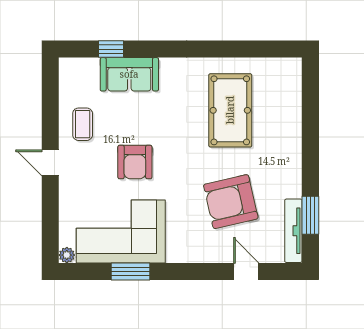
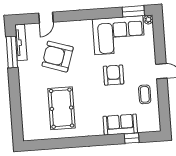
armchair: (231, 202) -> (58, 57), turned -149
window: (310, 215) -> (12, 52), width x1.44
window: (131, 271) -> (133, 11), moved
door: (246, 271) -> (46, 18), hinge flipped

